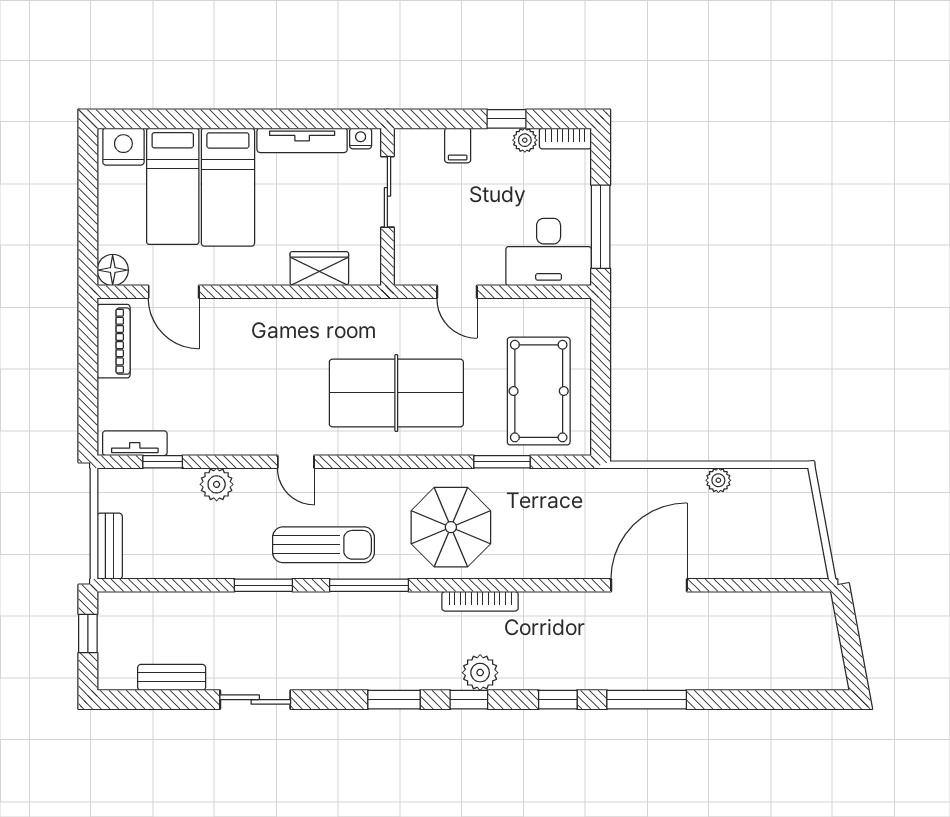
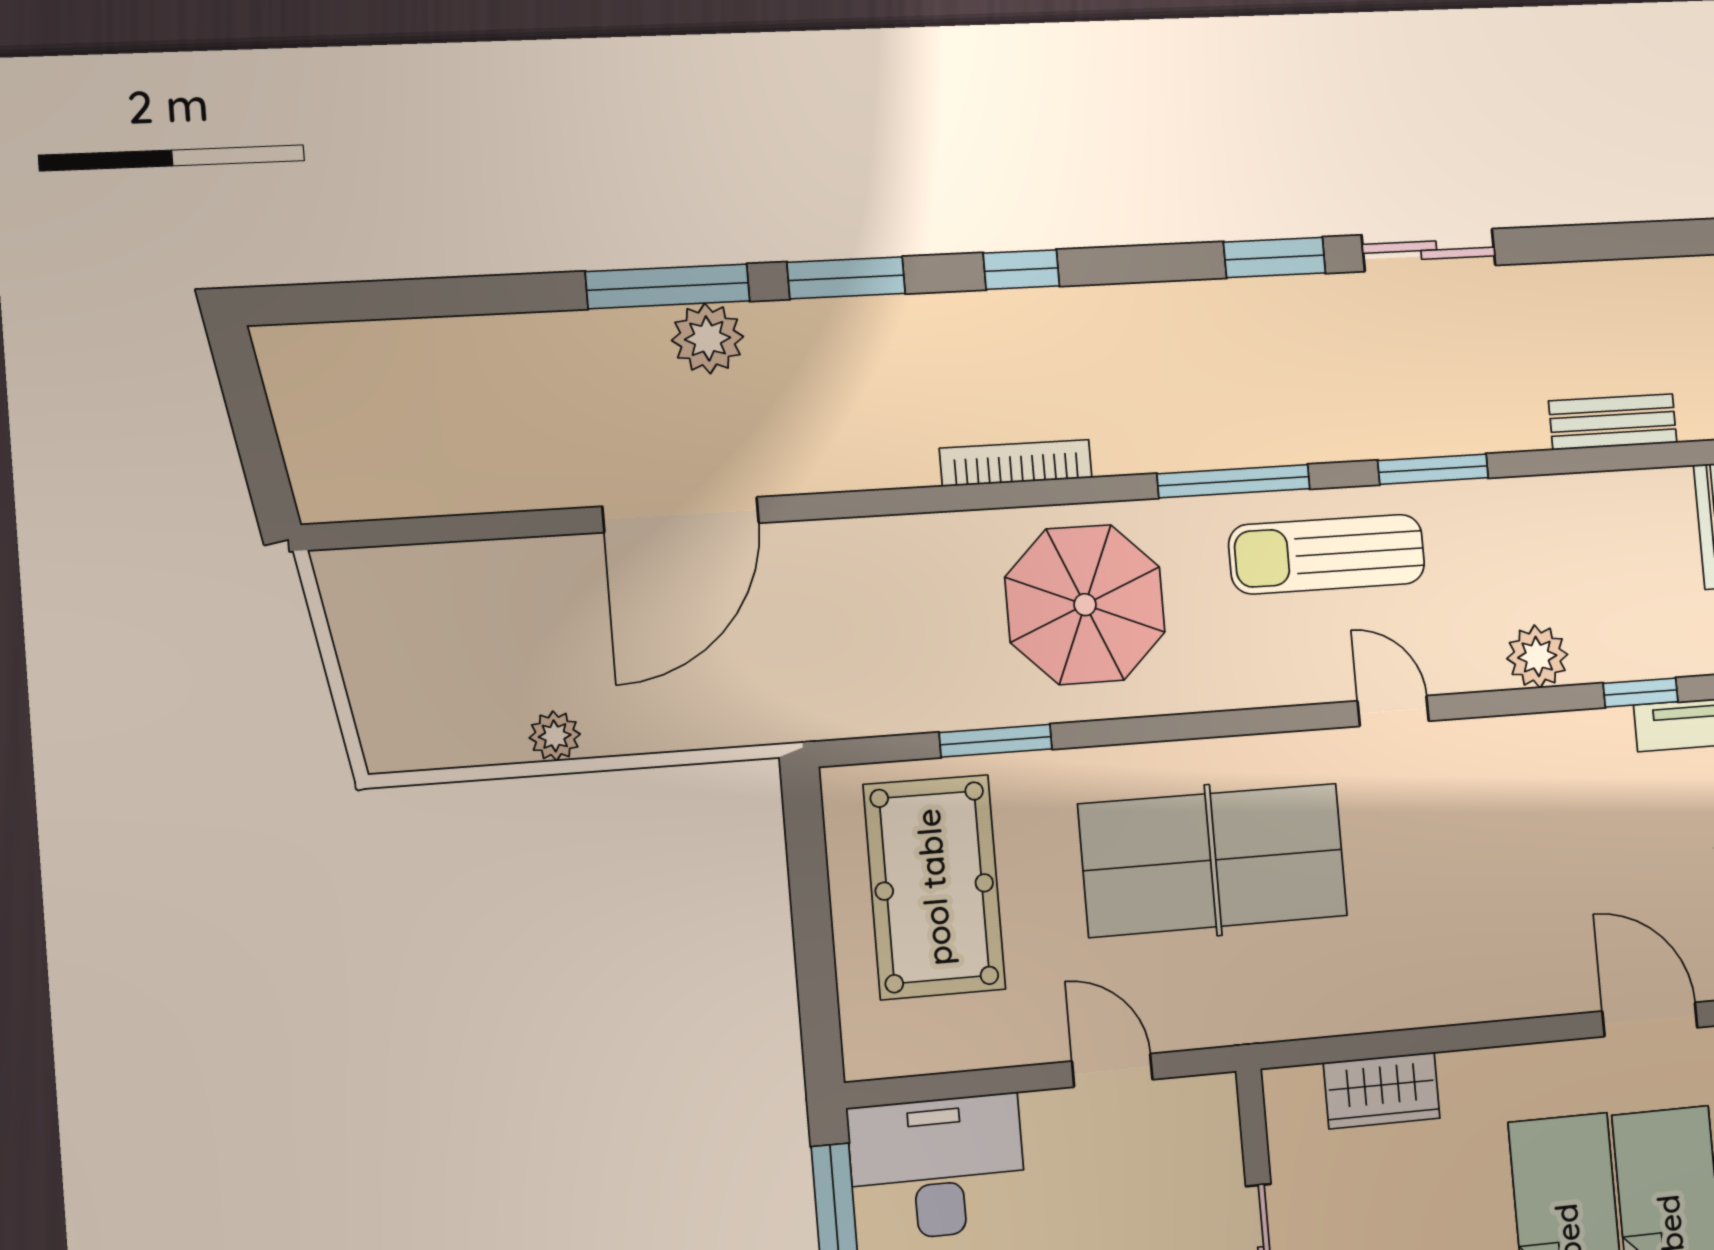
plant: (480, 673) -> (708, 338), moved
bench: (172, 677) -> (1613, 422), moved
window: (394, 700) -> (1275, 257), moved
window: (558, 700) -> (846, 278), width x1.50

